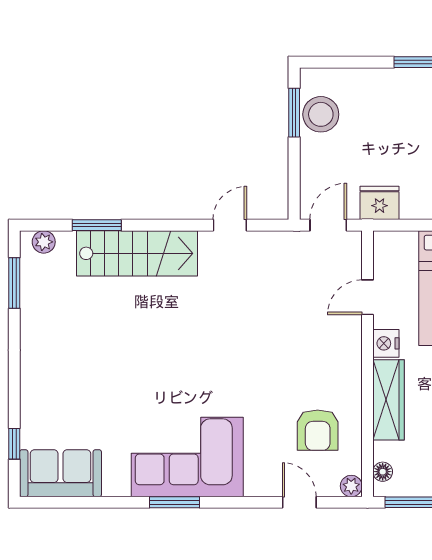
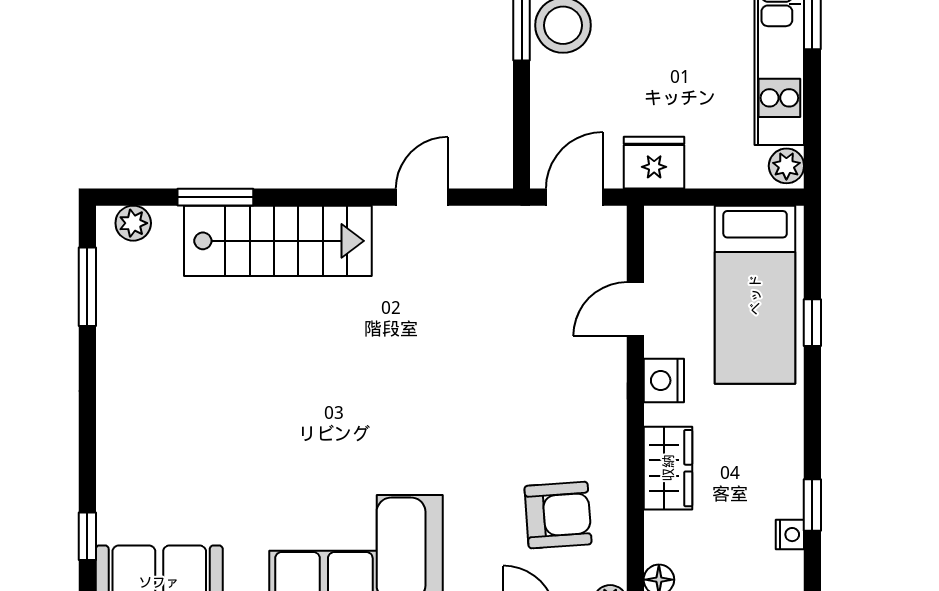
wardrobe: (388, 400) -> (668, 468), width x0.67
armchair: (318, 430) -> (558, 515), turned -94

